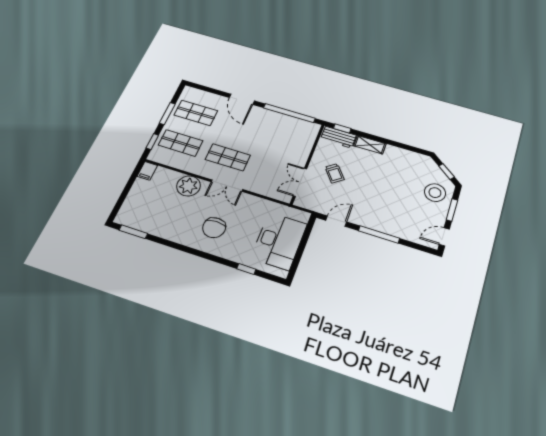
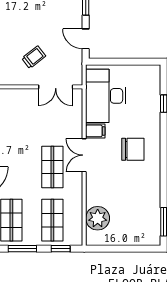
filing cabinet: (147, 171) -> (95, 131), moved
plant: (188, 186) -> (98, 218), moved
double door: (227, 186) -> (84, 155), swing flipped
desk: (279, 241) -> (106, 96), moved, turned -90

